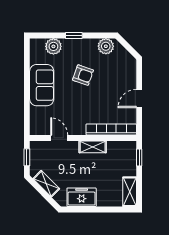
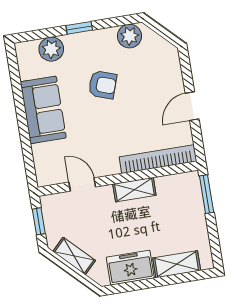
window: (139, 157) -> (207, 194), width x1.50
shelving: (130, 192) -> (177, 264), moved, turned 90

